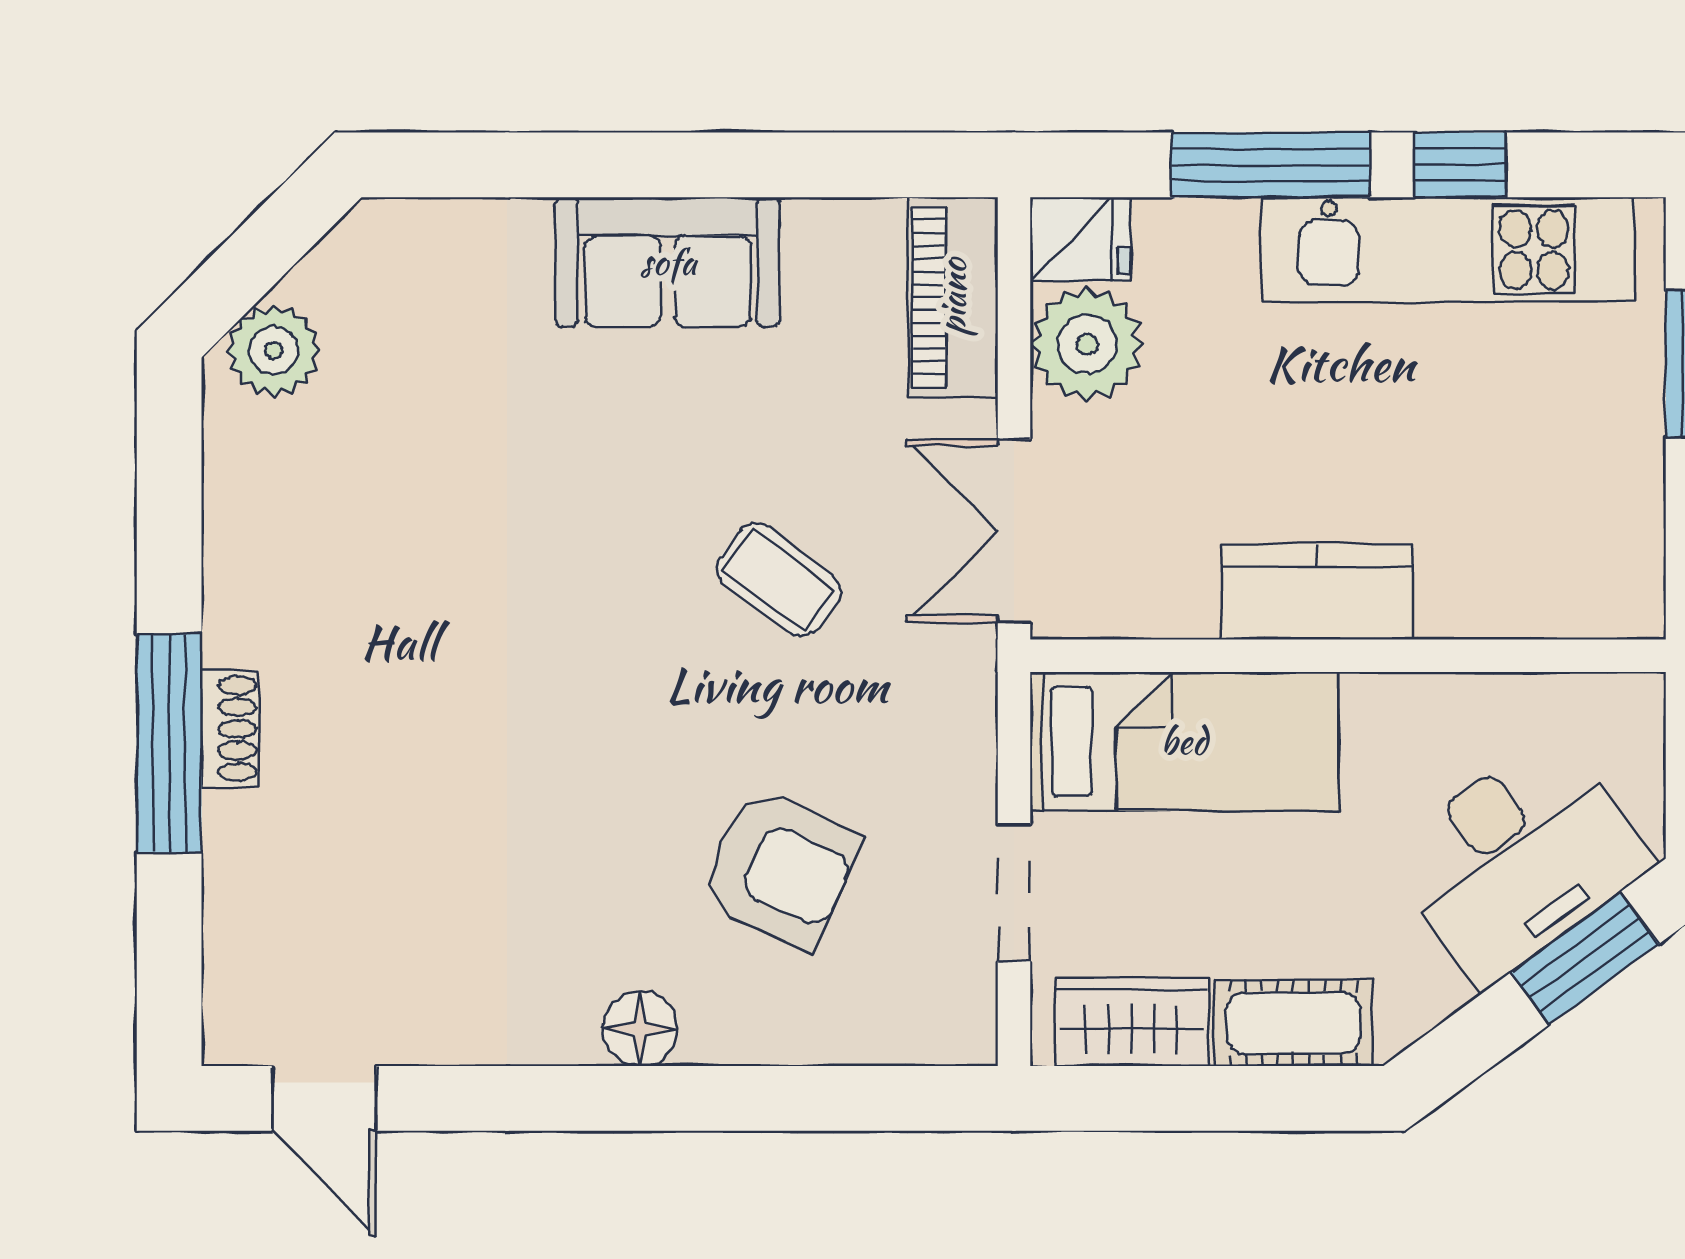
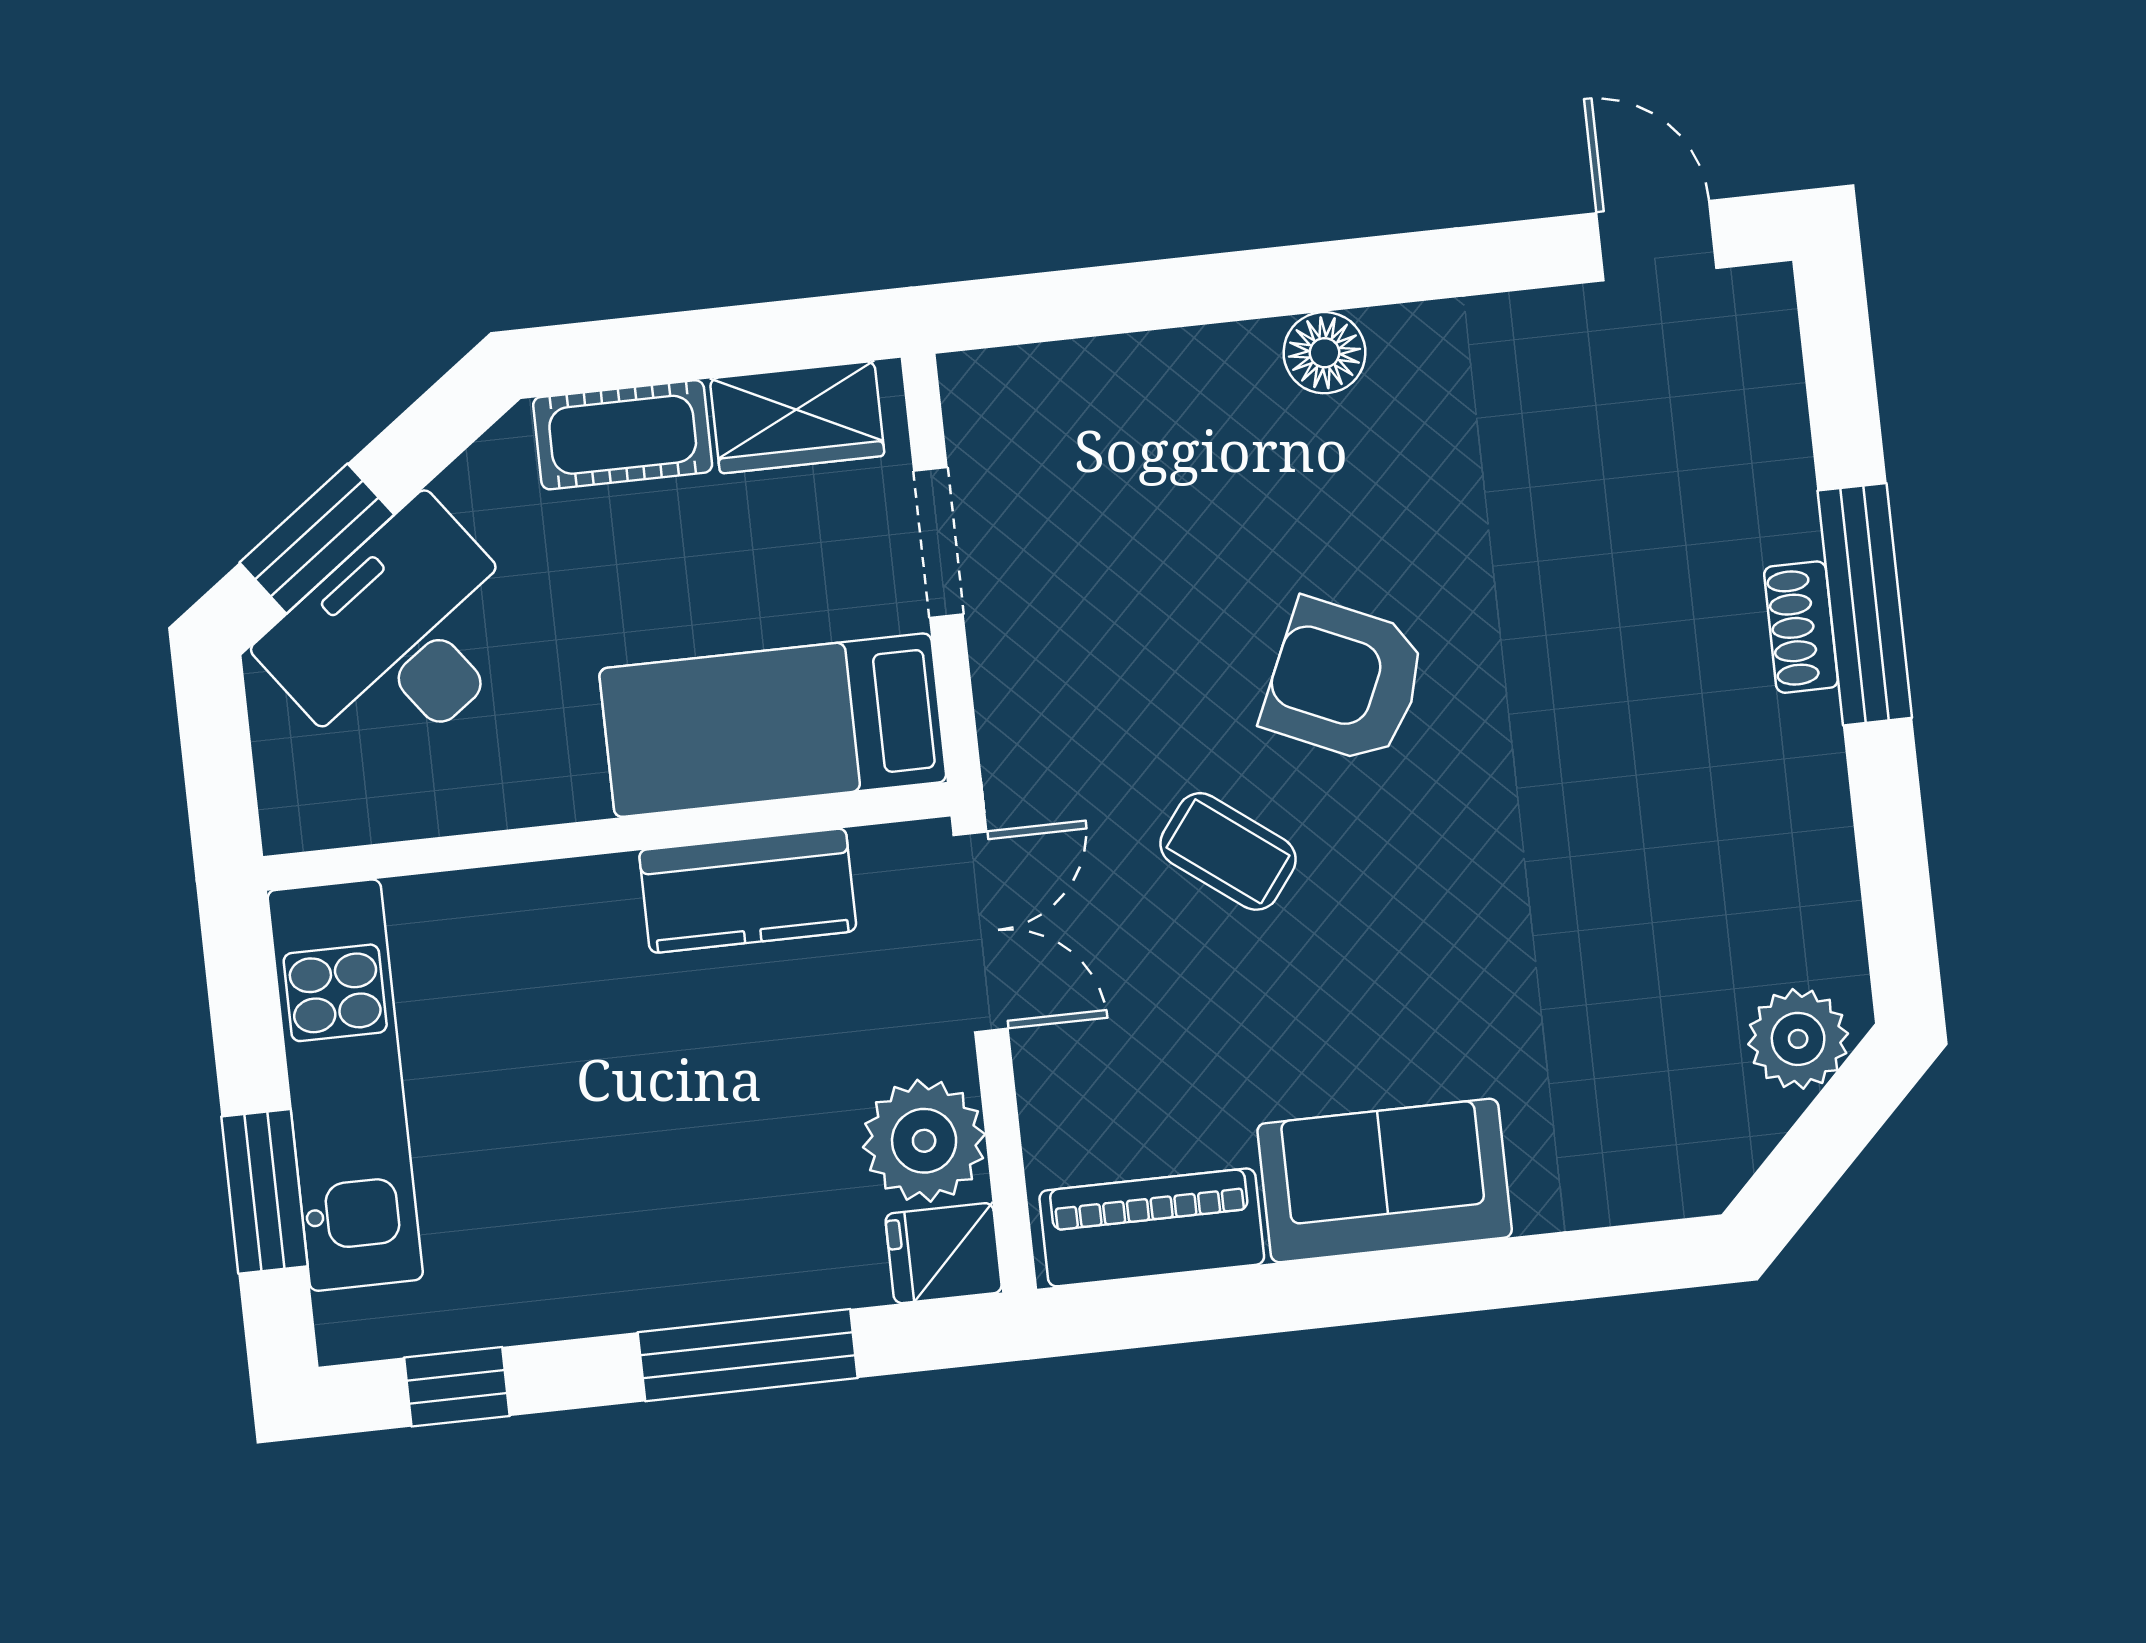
window: (1460, 165) -> (457, 1387), moved
kitchen unit: (1448, 250) -> (345, 1085), moved, turned 90
piano: (953, 297) -> (1152, 1227), moved, turned -90
kitchen counter: (1317, 592) -> (748, 891), moved
armchair: (780, 869) -> (1345, 681), moved

